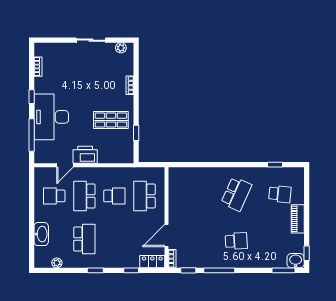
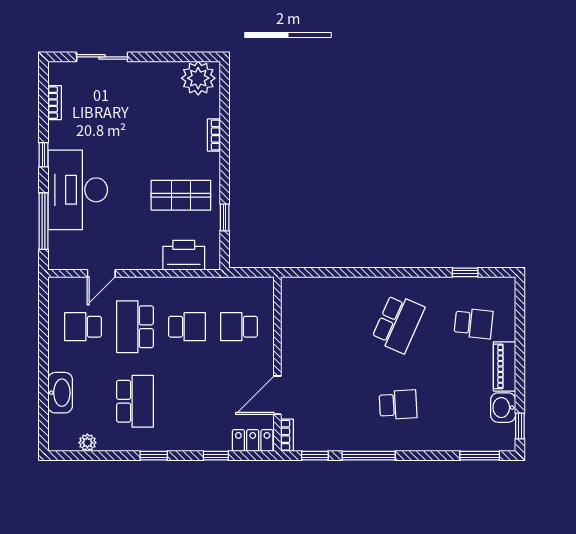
sliding door: (91, 40) -> (102, 57), moved
plant: (121, 48) -> (198, 78), width x1.87, depth x1.87
printer: (85, 155) -> (184, 255), moved
school desk: (144, 196) -> (239, 327), width x0.54
washbasin: (296, 261) -> (503, 408), moved, turned -90

